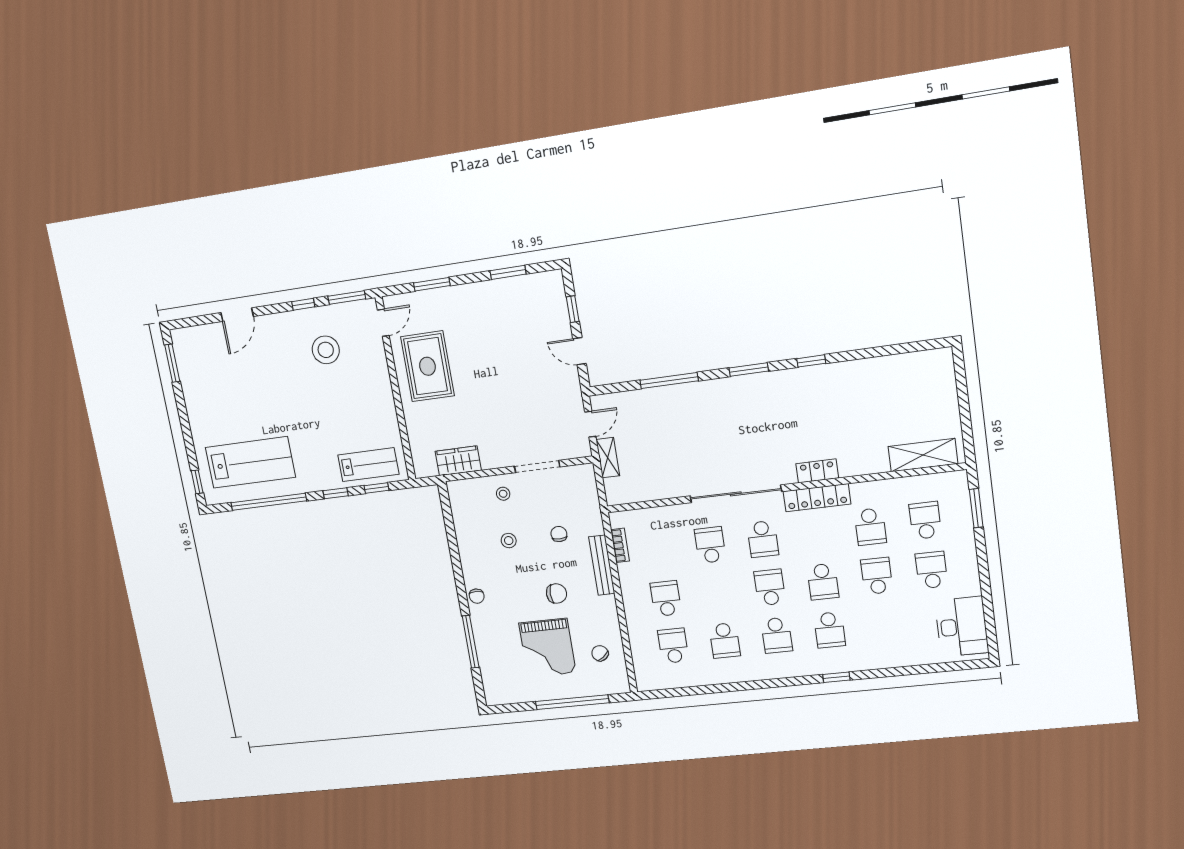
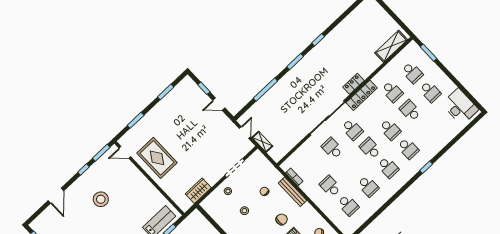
door: (383, 323) -> (125, 152), swing flipped
stool: (326, 350) -> (101, 199), moved
school desk: (925, 520) -> (412, 73), turned 180
school desk: (931, 570) -> (430, 92), turned 180
school desk: (673, 646) -> (348, 205), turned 180

